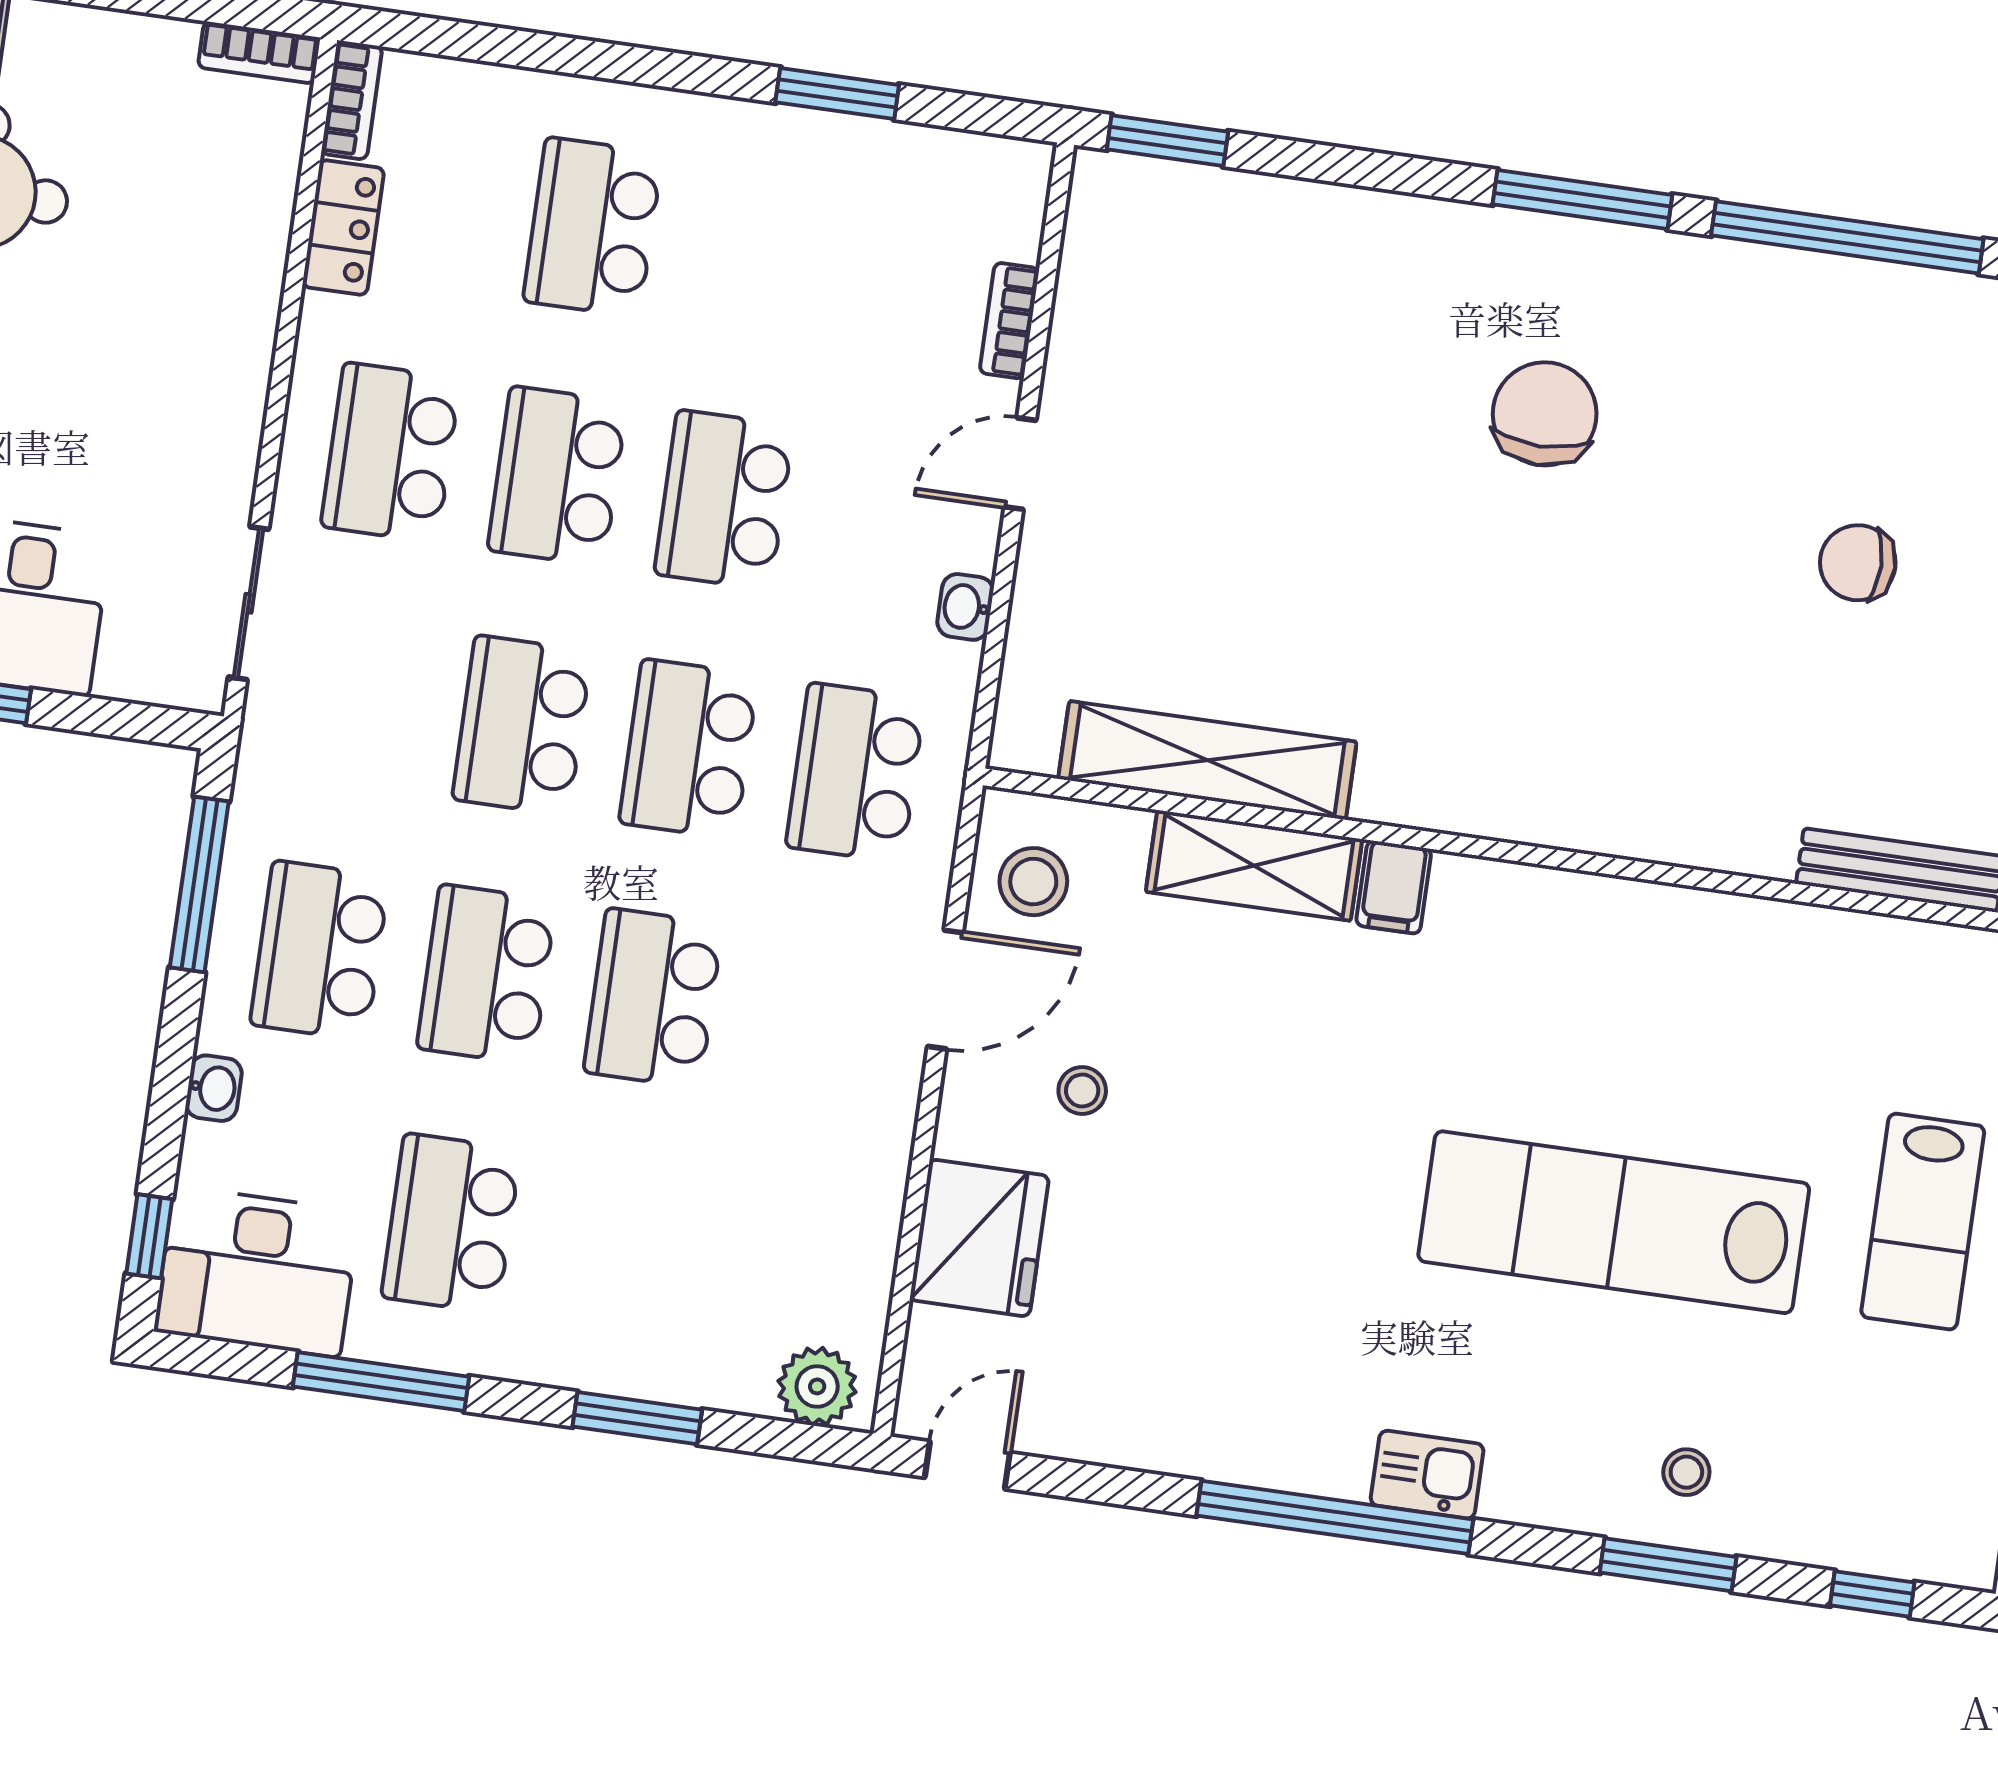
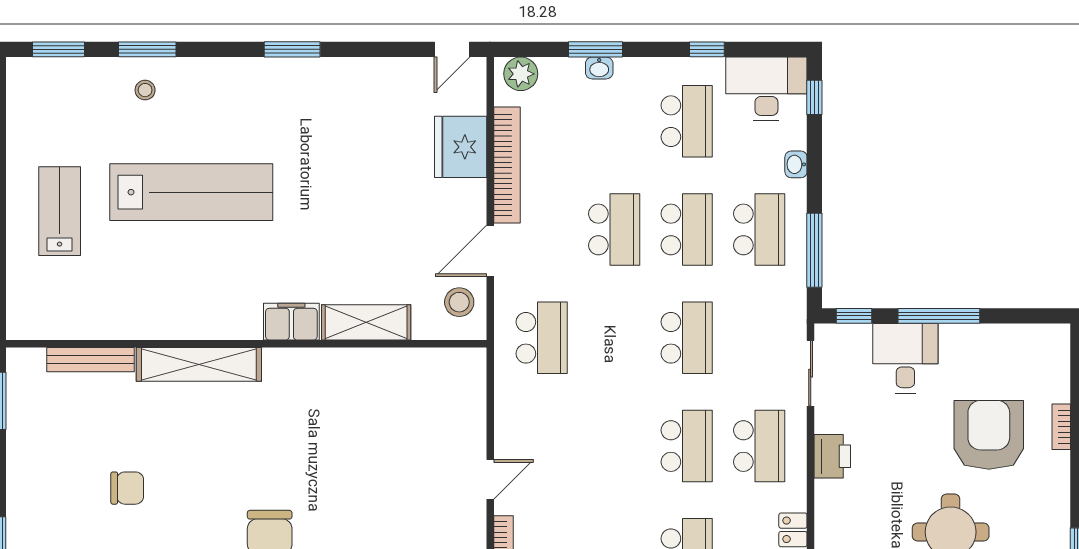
printer: (226, 405) -> (832, 456), added
school desk: (724, 500) -> (614, 446), removed
washbasin: (965, 607) -> (599, 68), moved, turned 90
window: (130, 721) -> (854, 316), added
school desk: (689, 749) -> (614, 338), removed
shelving: (1207, 760) -> (199, 364), moved
filing cabinet: (1394, 887) -> (291, 322), width x2.00
stool: (1082, 1090) -> (426, 216), removed
bookcase: (879, 1181) -> (507, 165), added
window: (381, 1382) -> (707, 49), width x0.46
kitchen sink: (1427, 1475) -> (255, 73), removed
window: (1335, 1517) -> (292, 49), width x0.47
window: (1872, 1594) -> (58, 49), width x1.50

